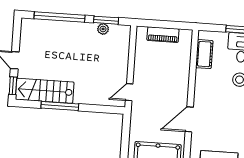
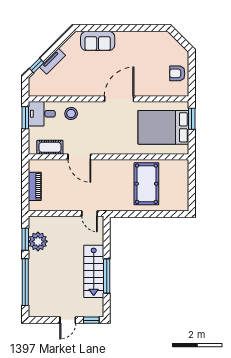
plant: (103, 29) -> (38, 241), width x1.88, depth x1.88
stairs: (45, 91) -> (94, 271), moved
door: (189, 119) -> (79, 157), moved

